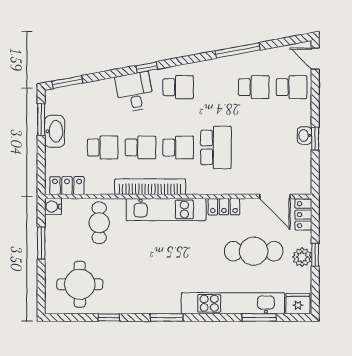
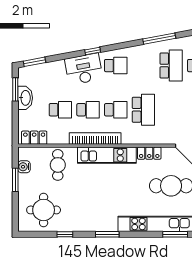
school desk: (254, 87) -> (171, 66), width x1.85
desk: (135, 92) -> (84, 69), width x1.37
water cooler: (53, 207) -> (24, 167), moved

